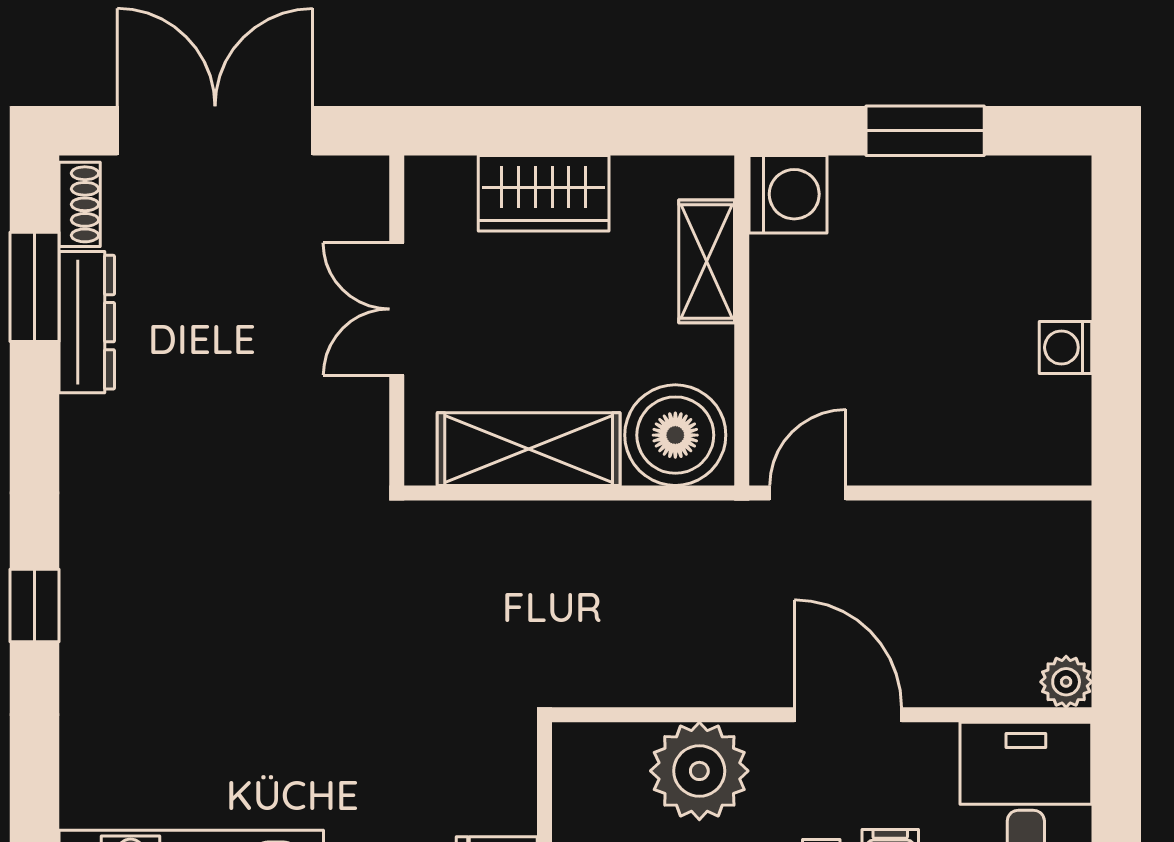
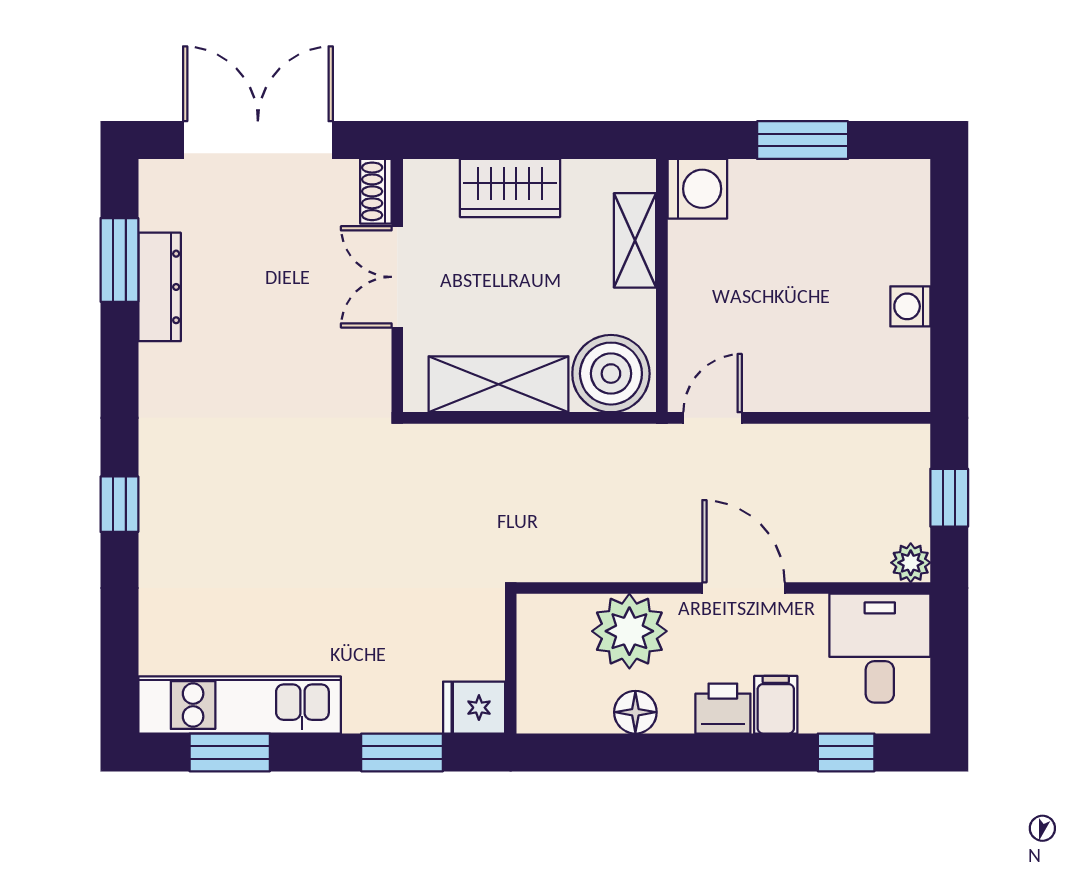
shoe rack: (80, 204) -> (376, 191), moved, turned 180
window: (1116, 597) -> (949, 498), added

